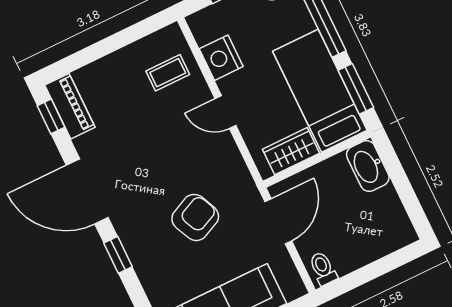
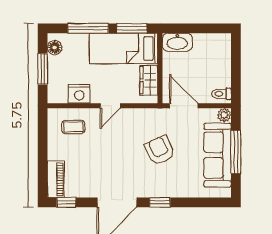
coffee table: (168, 73) -> (73, 127), turned 90
piano: (70, 106) -> (56, 179), moved, turned 90
plant: (294, 288) -> (224, 115), added

